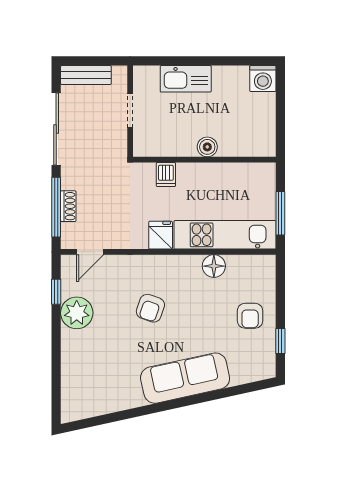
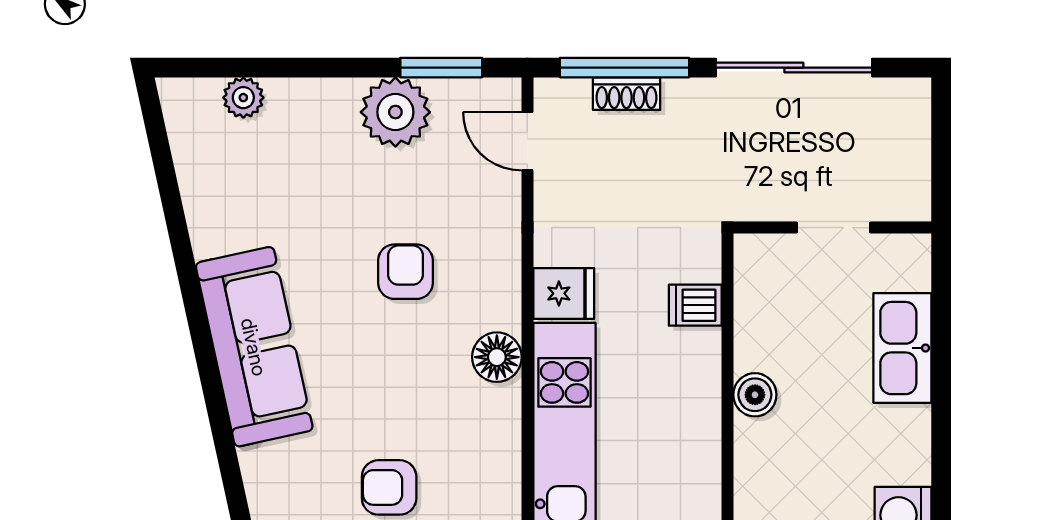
bench: (86, 75) -> (910, 132), removed
floor lamp: (214, 266) -> (497, 357), moved
window: (56, 292) -> (441, 68), width x1.50
armchair: (150, 308) -> (406, 272), turned 71
plant: (70, 383) -> (243, 98), added

